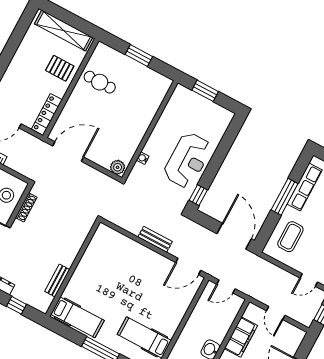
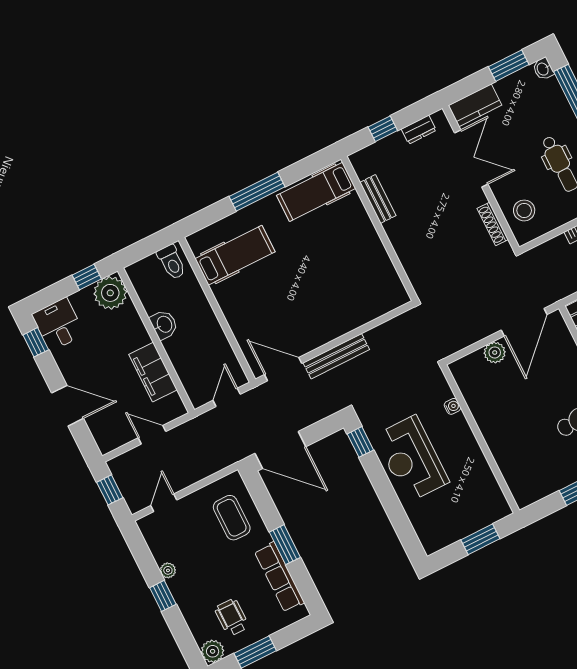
plant: (118, 167) -> (495, 352), moved
window: (285, 197) -> (285, 545), width x0.69
bench: (155, 239) -> (336, 356), width x1.36
door: (188, 266) -> (283, 369), hinge flipped

